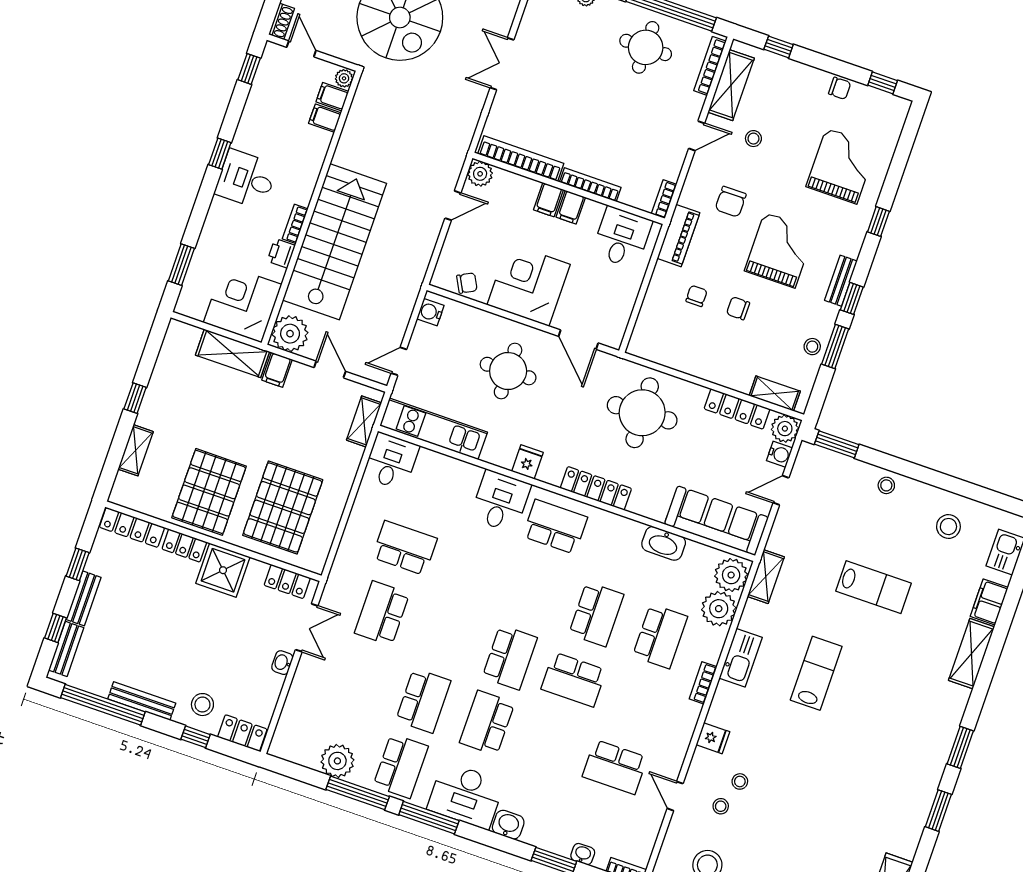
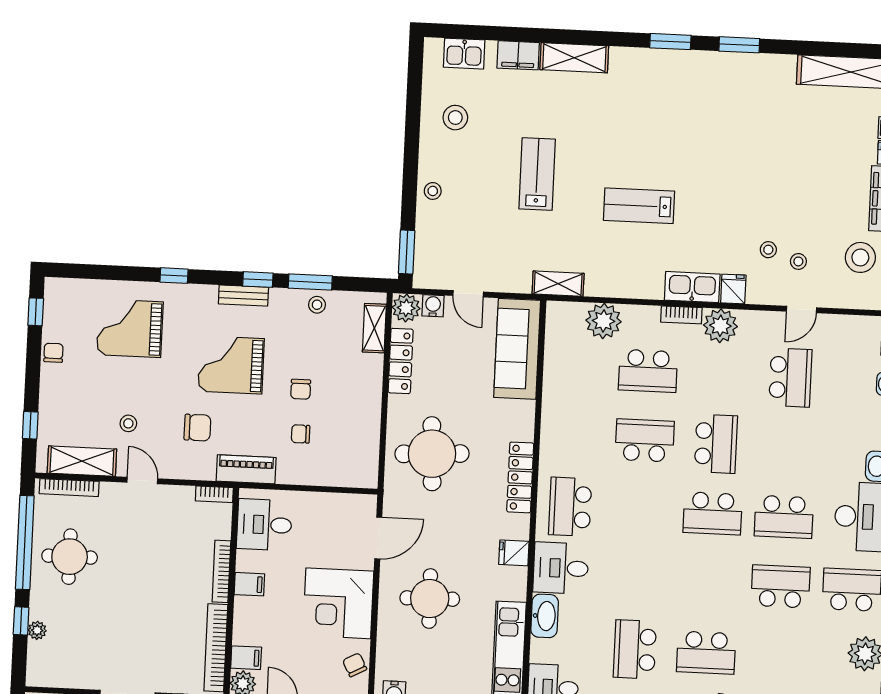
filing cabinet: (549, 200) -> (246, 658), moved
washbasin: (664, 543) -> (545, 616), moved
plant: (731, 575) -> (720, 326), moved
school desk: (660, 636) -> (648, 371), turned 180
school desk: (510, 657) -> (713, 513), turned 180
kitchen sink: (741, 658) -> (692, 287), moved

